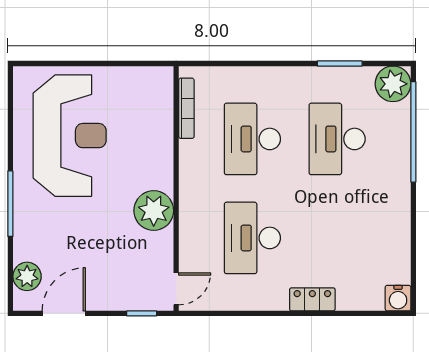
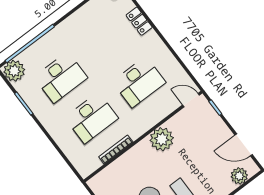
bookcase: (186, 108) -> (116, 149), moved
locker: (312, 299) -> (139, 21), moved

